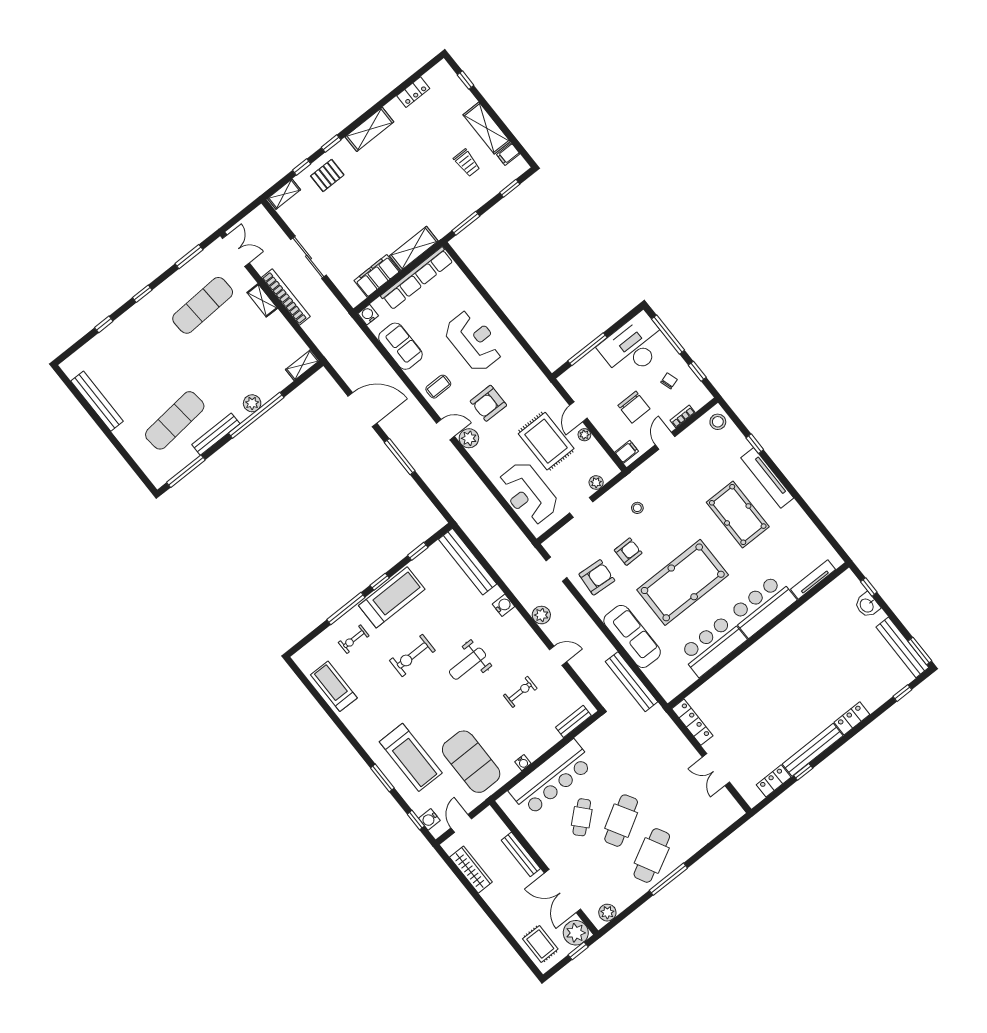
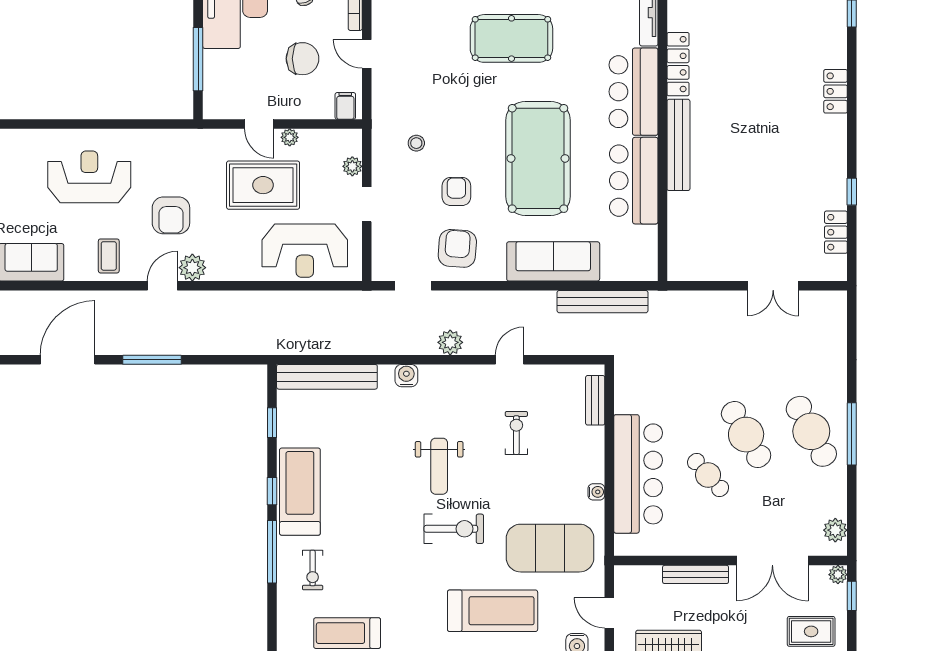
exercise bike: (412, 655) -> (454, 529), moved, turned -90
locker: (692, 722) -> (678, 64), moved, turned 90
bench: (813, 750) -> (678, 145), moved
plant: (576, 933) -> (838, 575), width x0.53, depth x0.53

